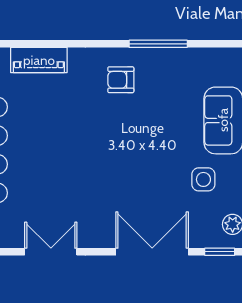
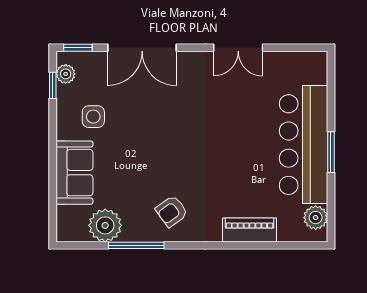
plant: (191, 65) -> (105, 225), added
armchair: (121, 80) -> (172, 211), turned 144

